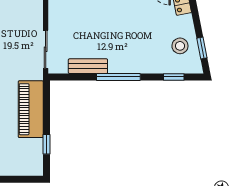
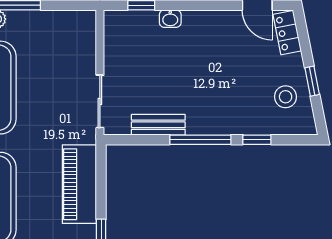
window: (202, 48) -> (312, 81), moved
window: (174, 77) -> (257, 140), moved

